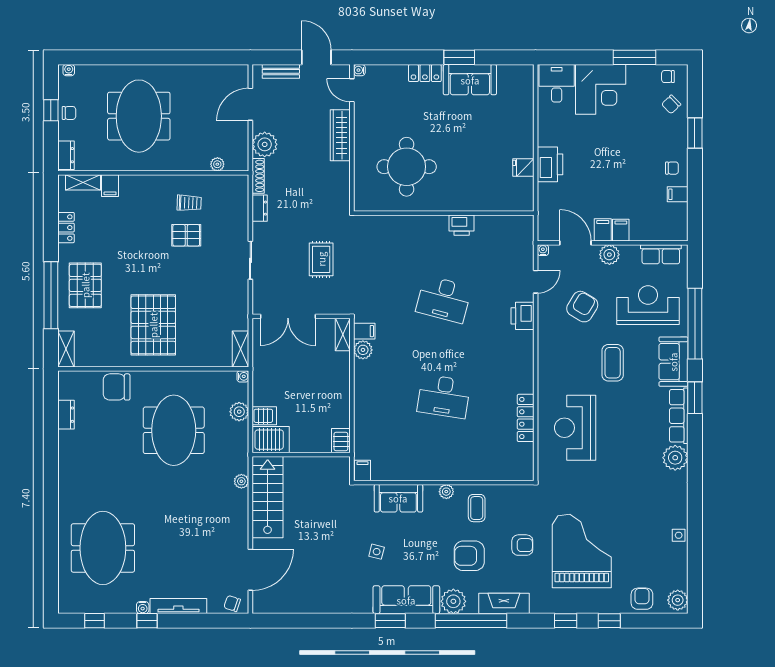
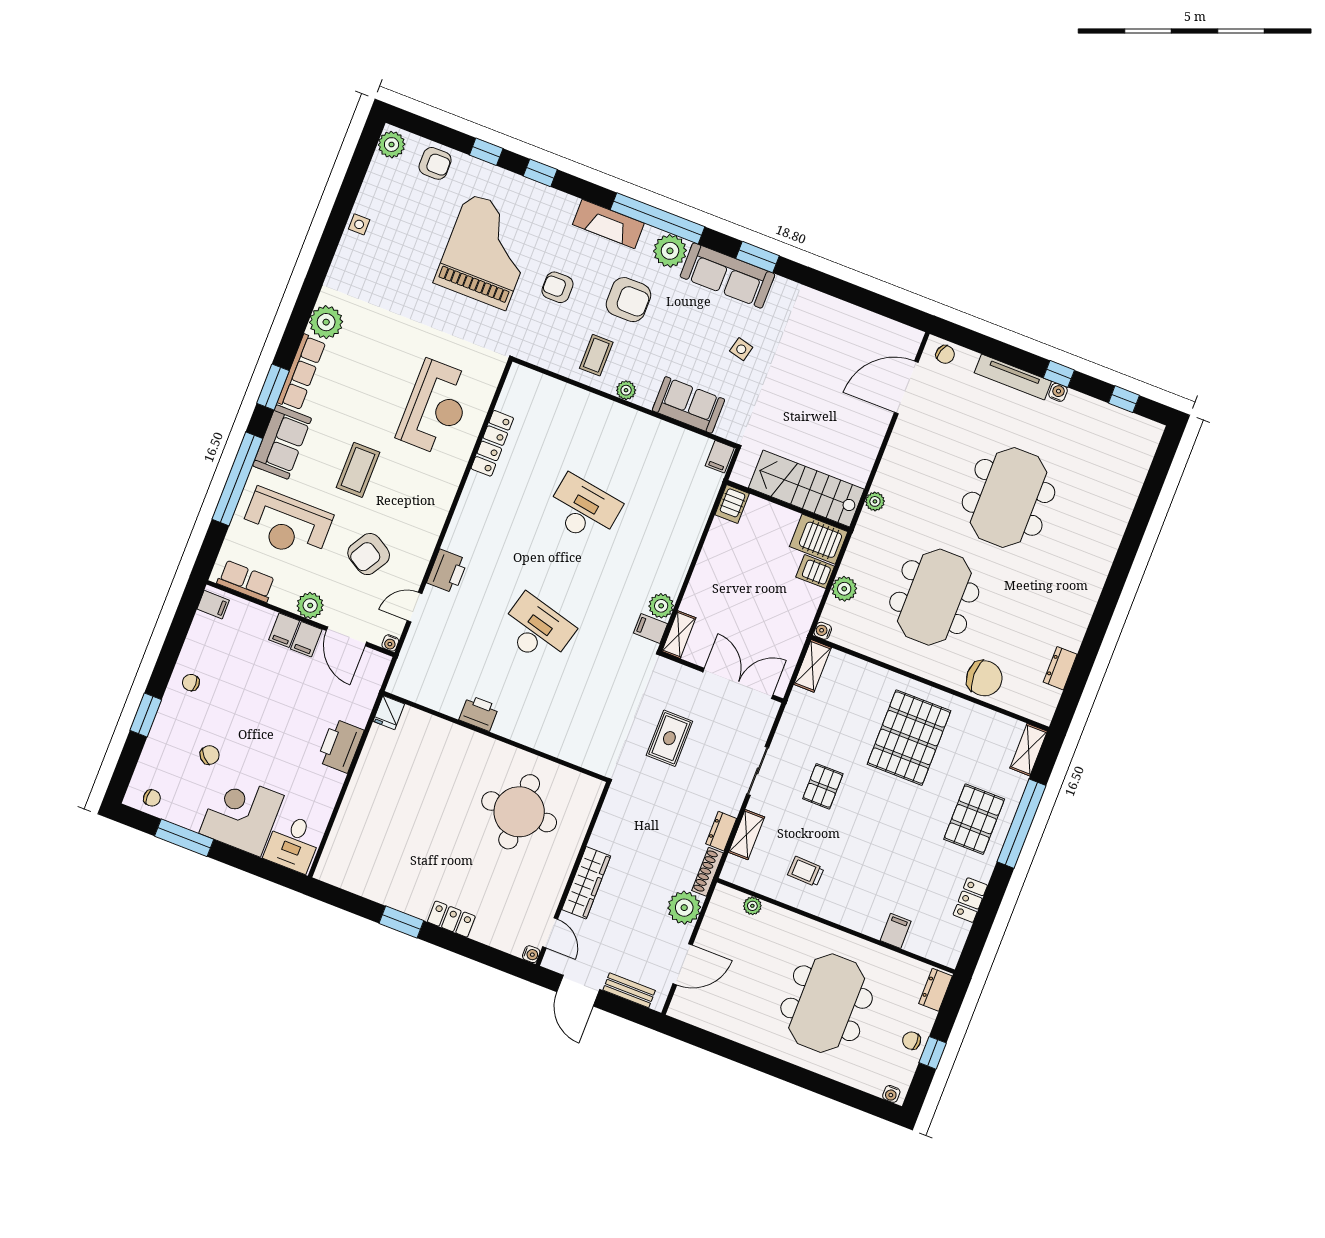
sofa: (470, 80) -> (399, 889), removed
chair: (671, 104) -> (210, 755), moved
fridge: (523, 167) -> (389, 713), moved, turned 90
shelving: (83, 182) -> (747, 835), moved, turned 90
filing cabinet: (678, 194) -> (213, 605), moved
pallet: (186, 235) -> (823, 786), moved, turned 90
stairs: (268, 497) -> (806, 488), moved, turned 90
meeting table: (103, 548) -> (1008, 497), moved
grand piano: (582, 551) -> (487, 251), turned 180
armchair: (642, 599) -> (435, 163), turned -90

